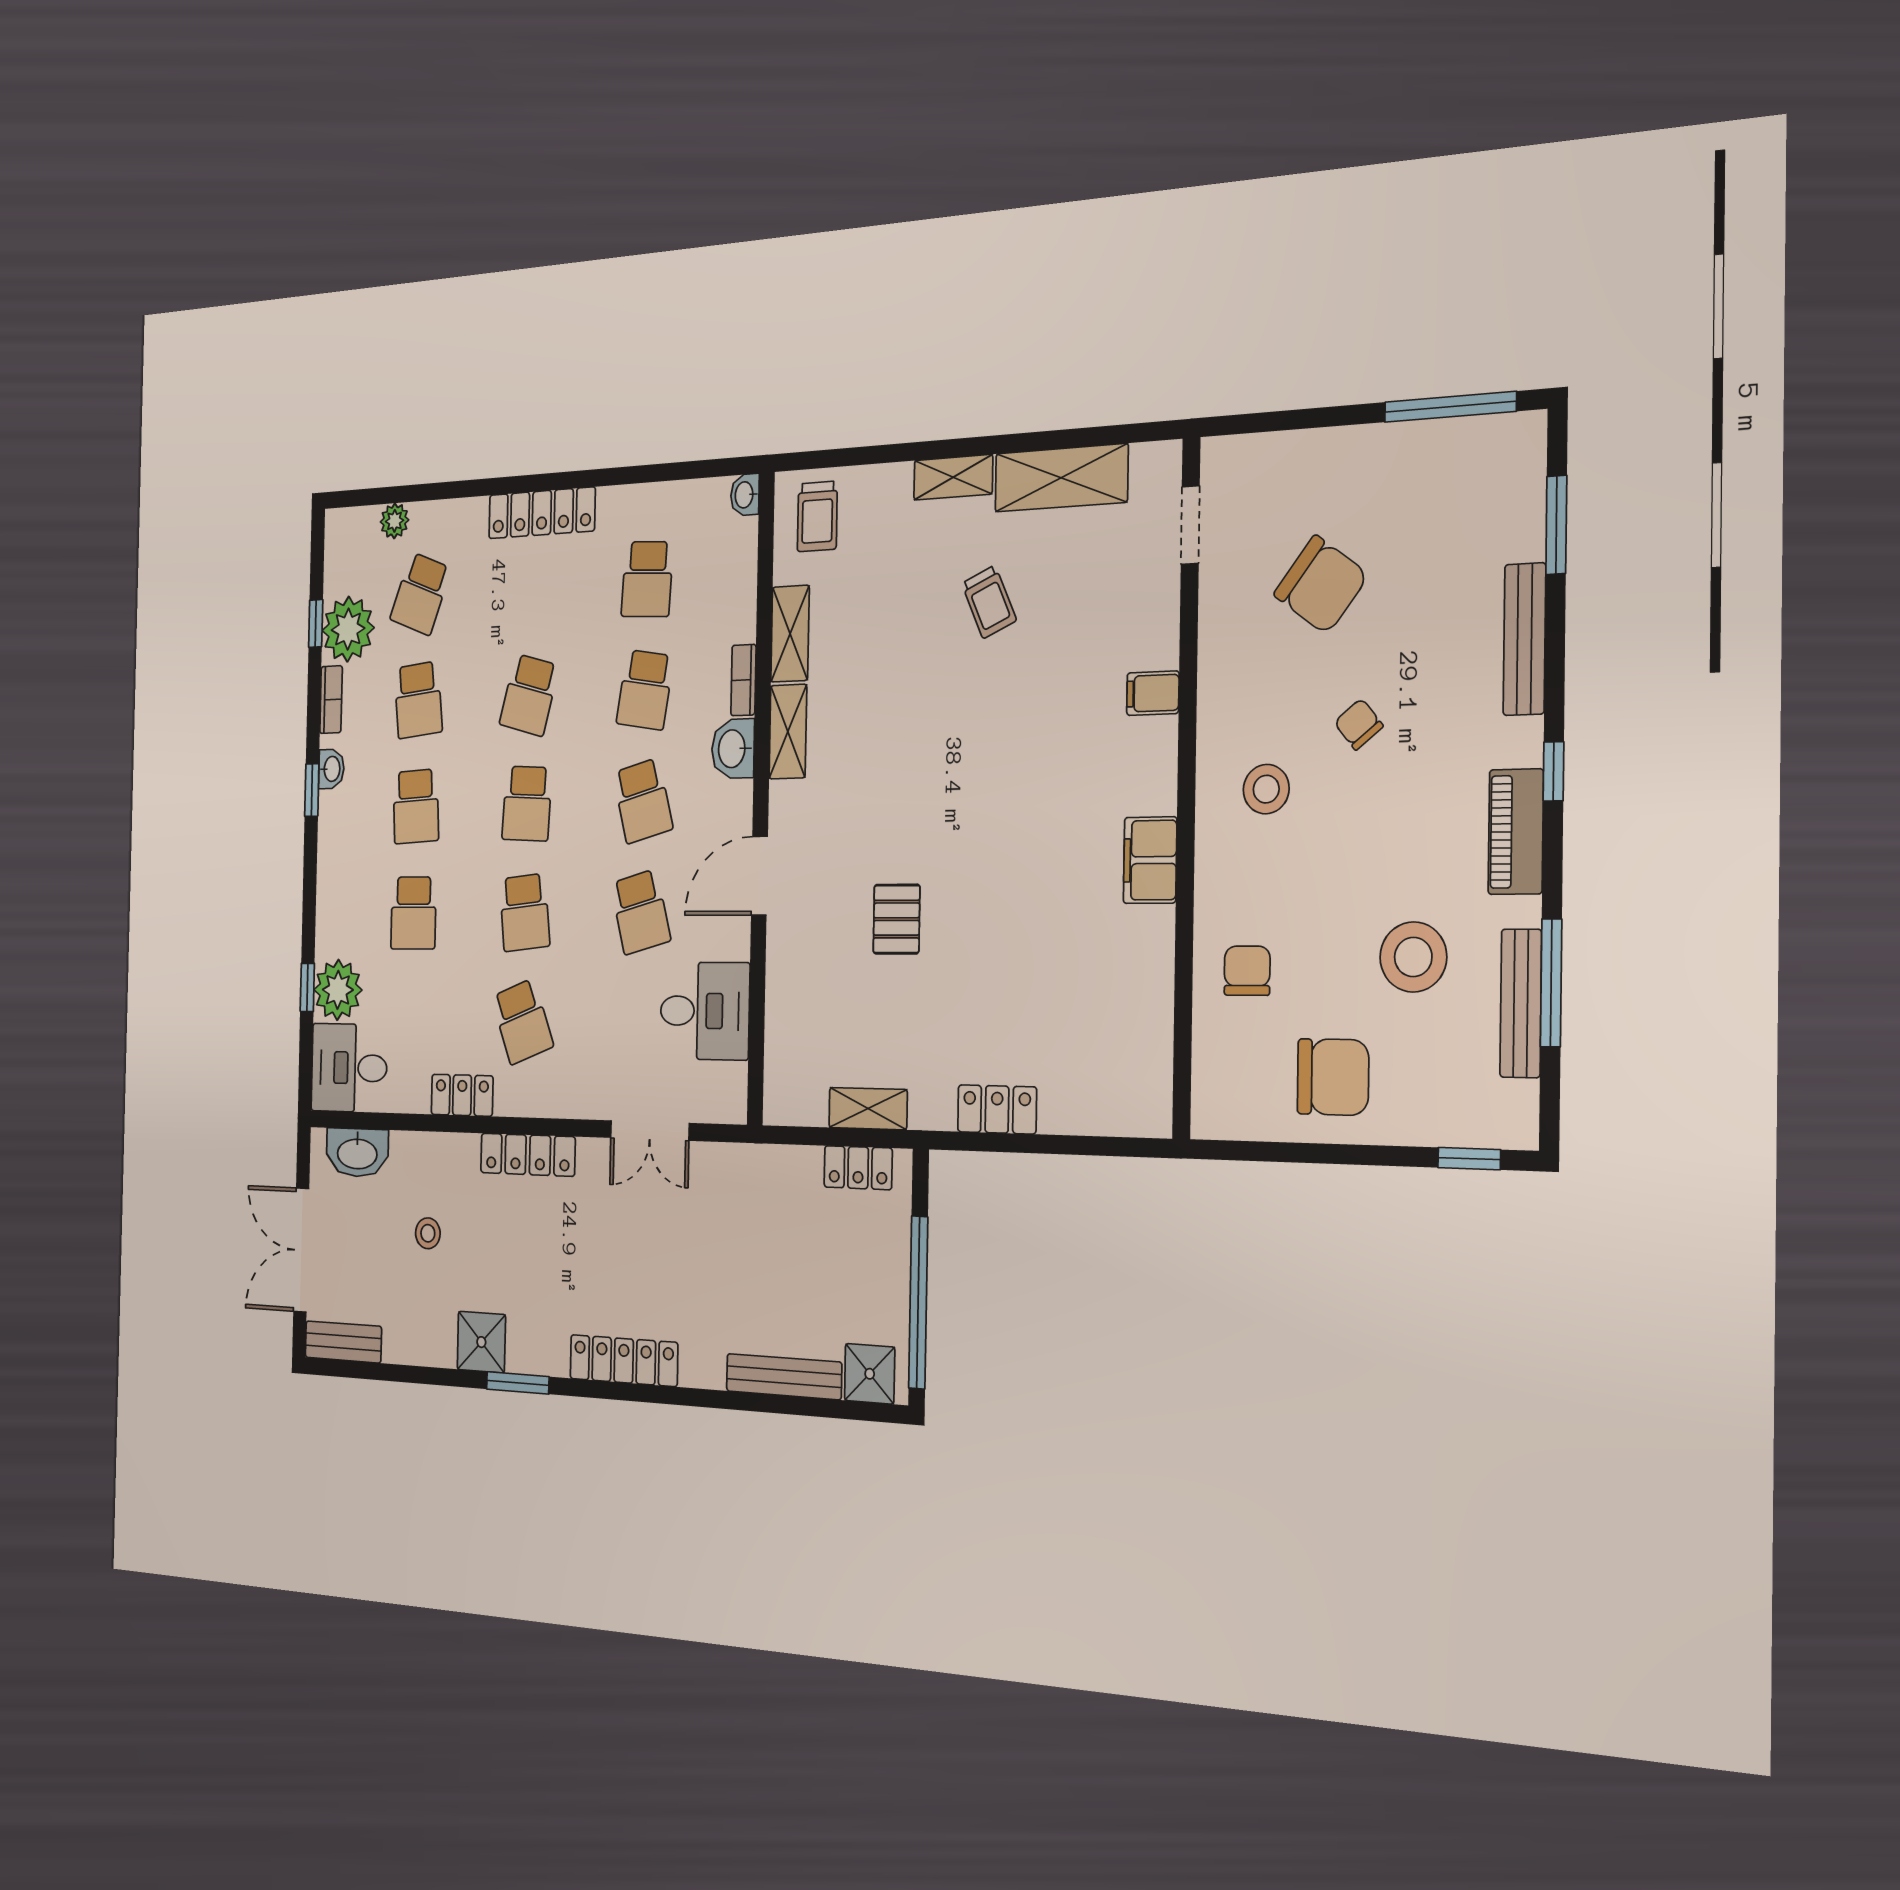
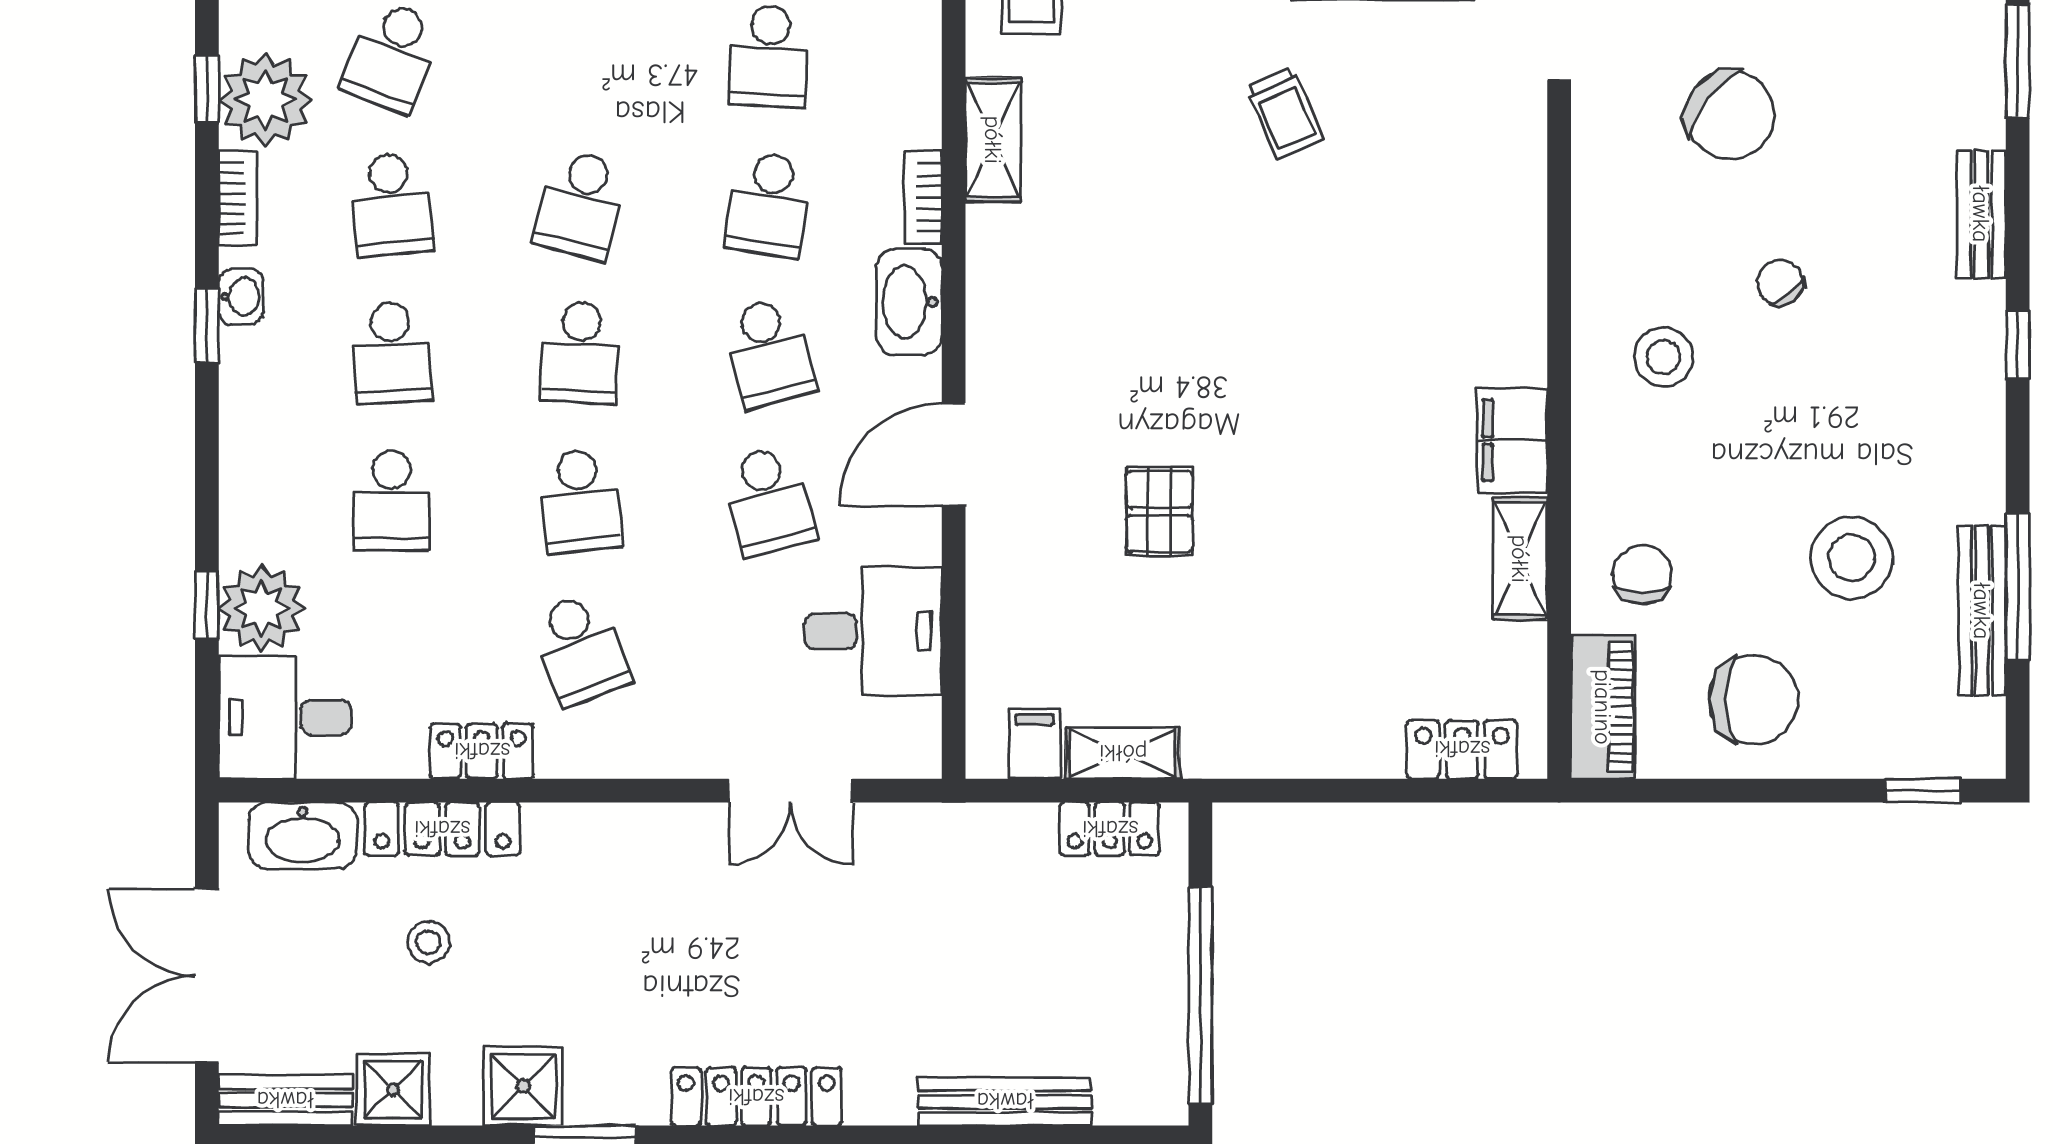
bench: (1524, 639) -> (1981, 214), width x0.73
filing cabinet: (1153, 693) -> (1035, 744), moved, turned 90
shelving: (788, 732) -> (1520, 559), moved
washbasin: (733, 749) -> (909, 302), width x1.38
piano: (1516, 832) -> (1603, 707), moved, turned 180
locker: (997, 1109) -> (1462, 749), moved
locker: (528, 1155) -> (442, 829), moved
shower: (870, 1374) -> (393, 1090), moved

